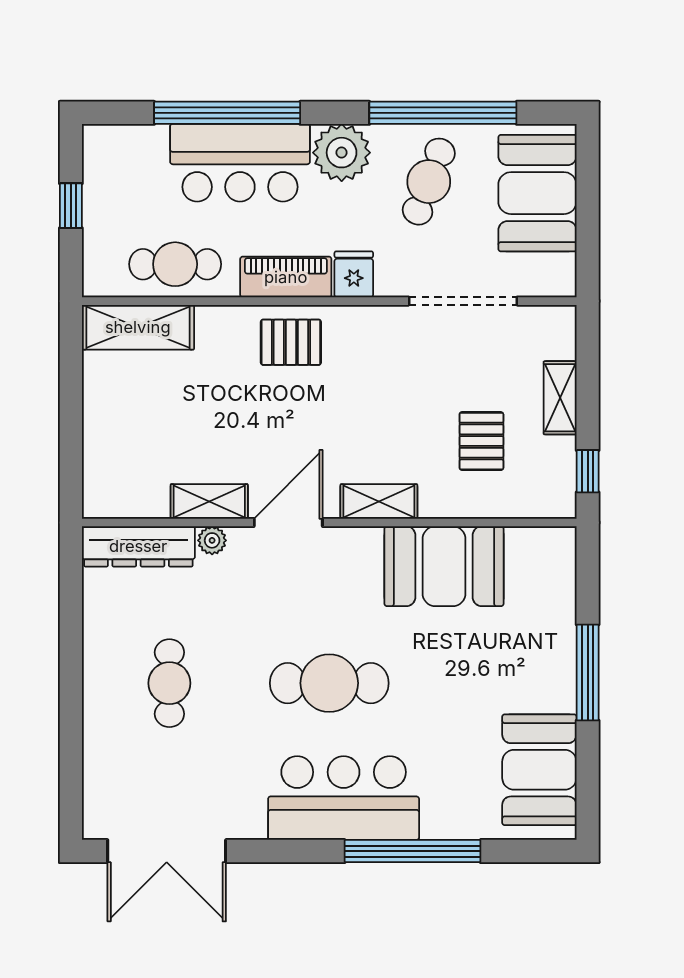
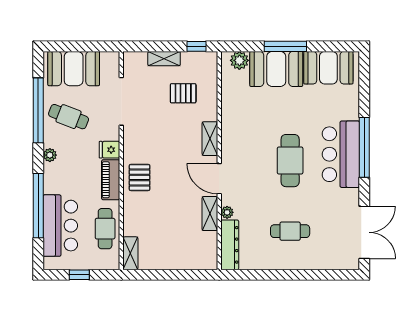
plant: (342, 153) -> (50, 155), width x0.53, depth x0.53
bar counter: (240, 163) -> (60, 226), moved
shelving: (138, 327) -> (130, 253), width x0.67, depth x0.75
booth: (444, 566) -> (276, 69), moved, turned 90
plant: (556, 568) -> (239, 60), added
window: (413, 851) -> (364, 147), moved

